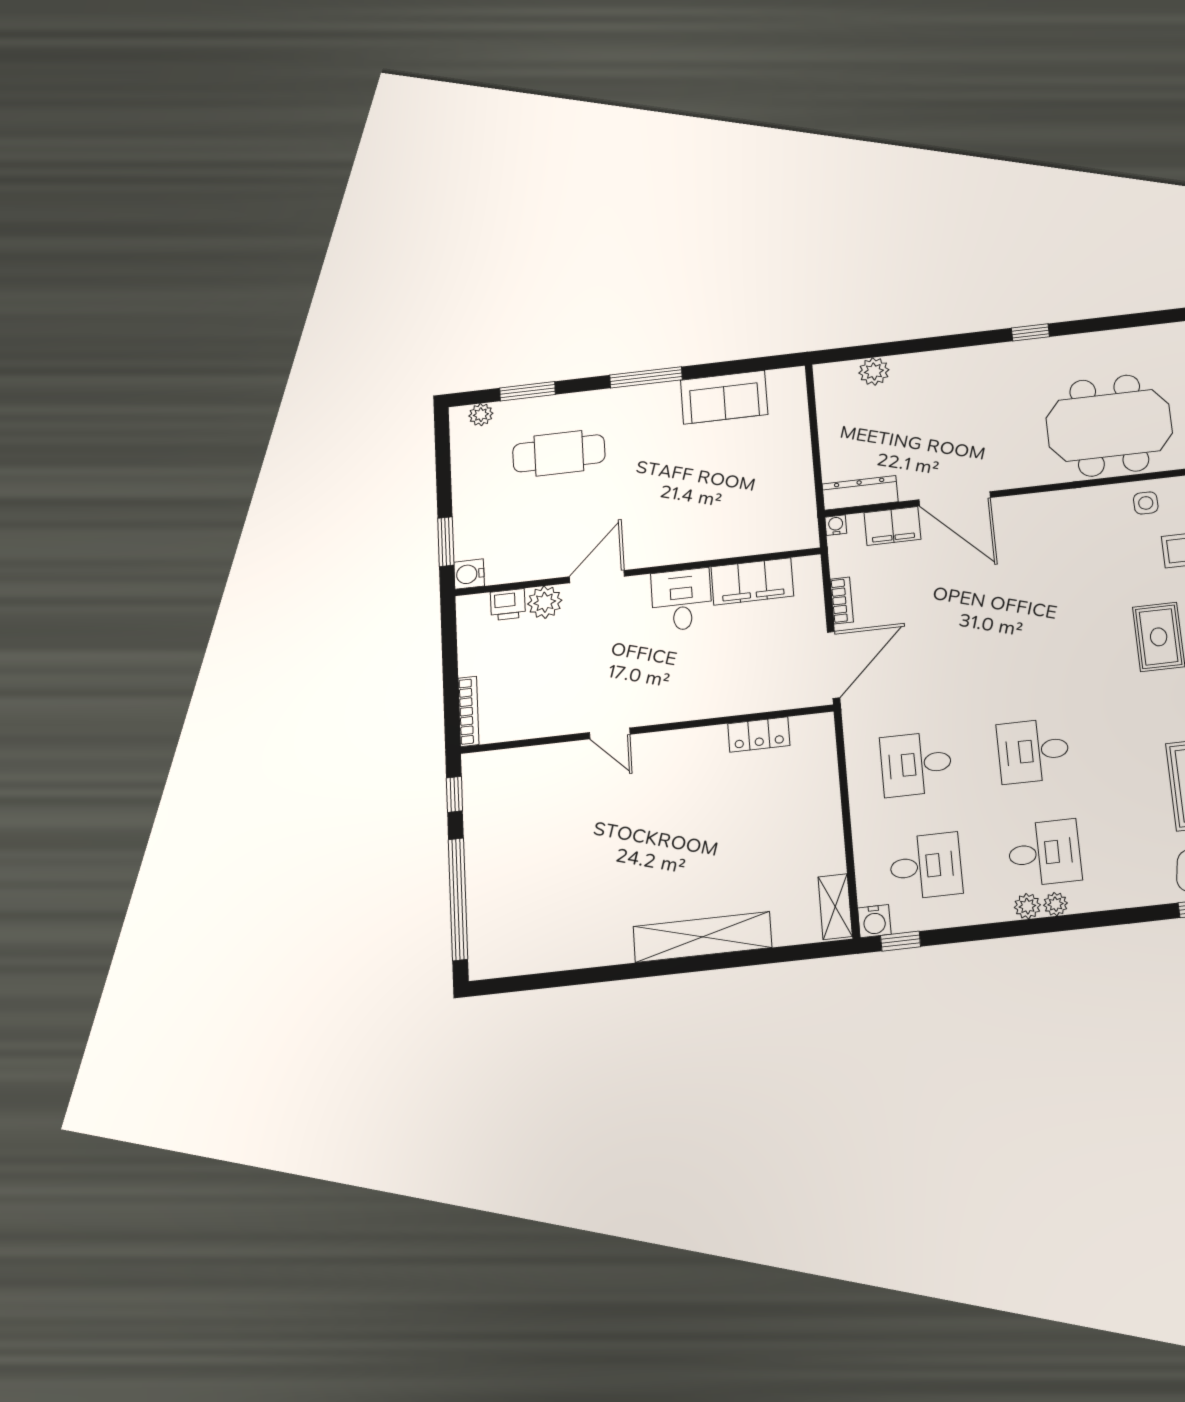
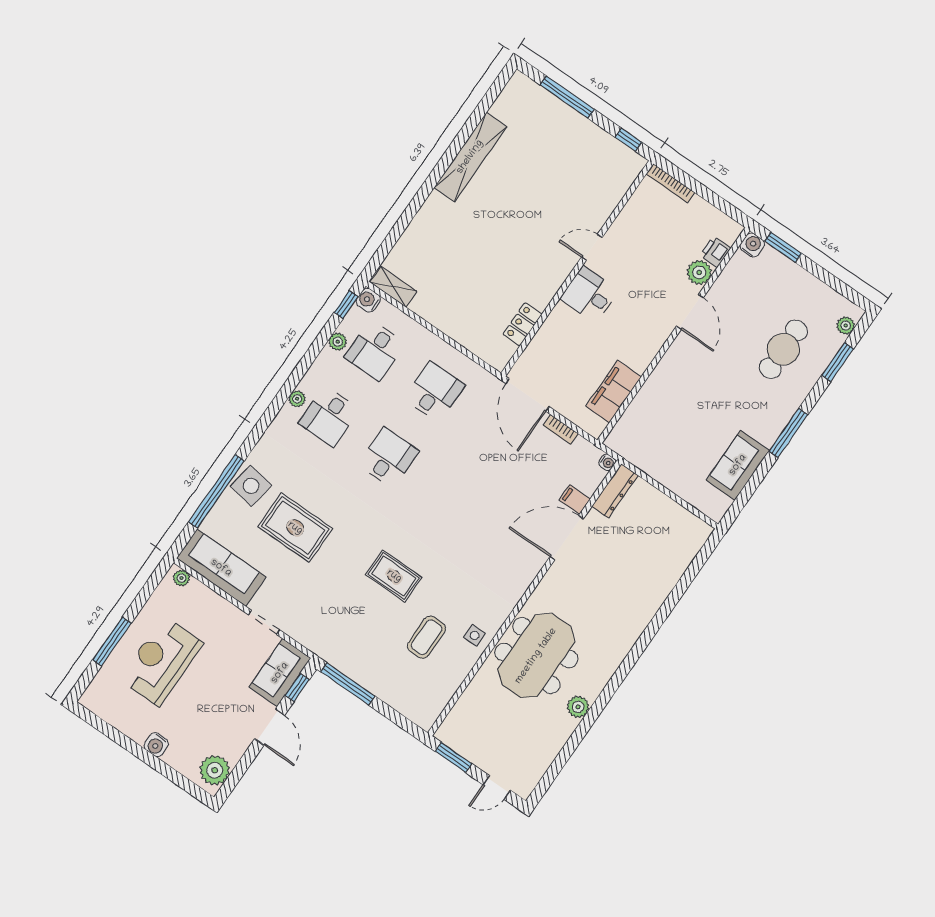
window: (1030, 332) -> (629, 662), removed
plant: (874, 371) -> (578, 707), moved
filing cabinet: (892, 526) -> (575, 500), width x0.50
desk: (682, 600) -> (589, 294), moved, turned 180
window: (458, 899) -> (567, 97), width x0.68
plant: (1027, 906) -> (338, 342), moved
shelving: (702, 937) -> (470, 157), moved

